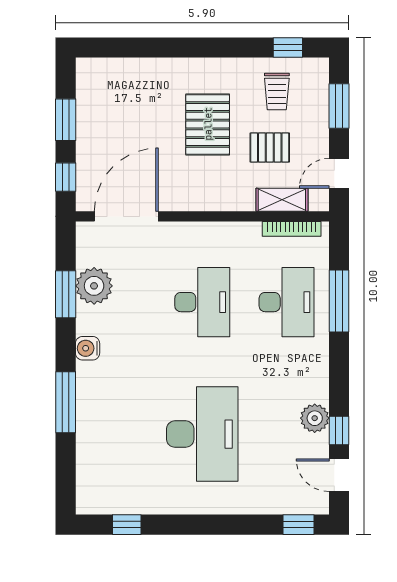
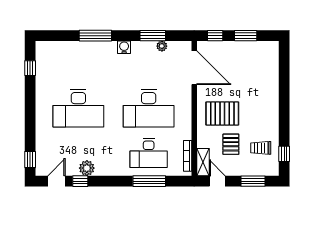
pallet: (208, 124) -> (222, 114), moved
shelving: (282, 200) -> (203, 162), moved
plant: (94, 286) -> (162, 46), width x0.53, depth x0.53
desk: (202, 302) -> (149, 108), width x1.36, depth x1.30

